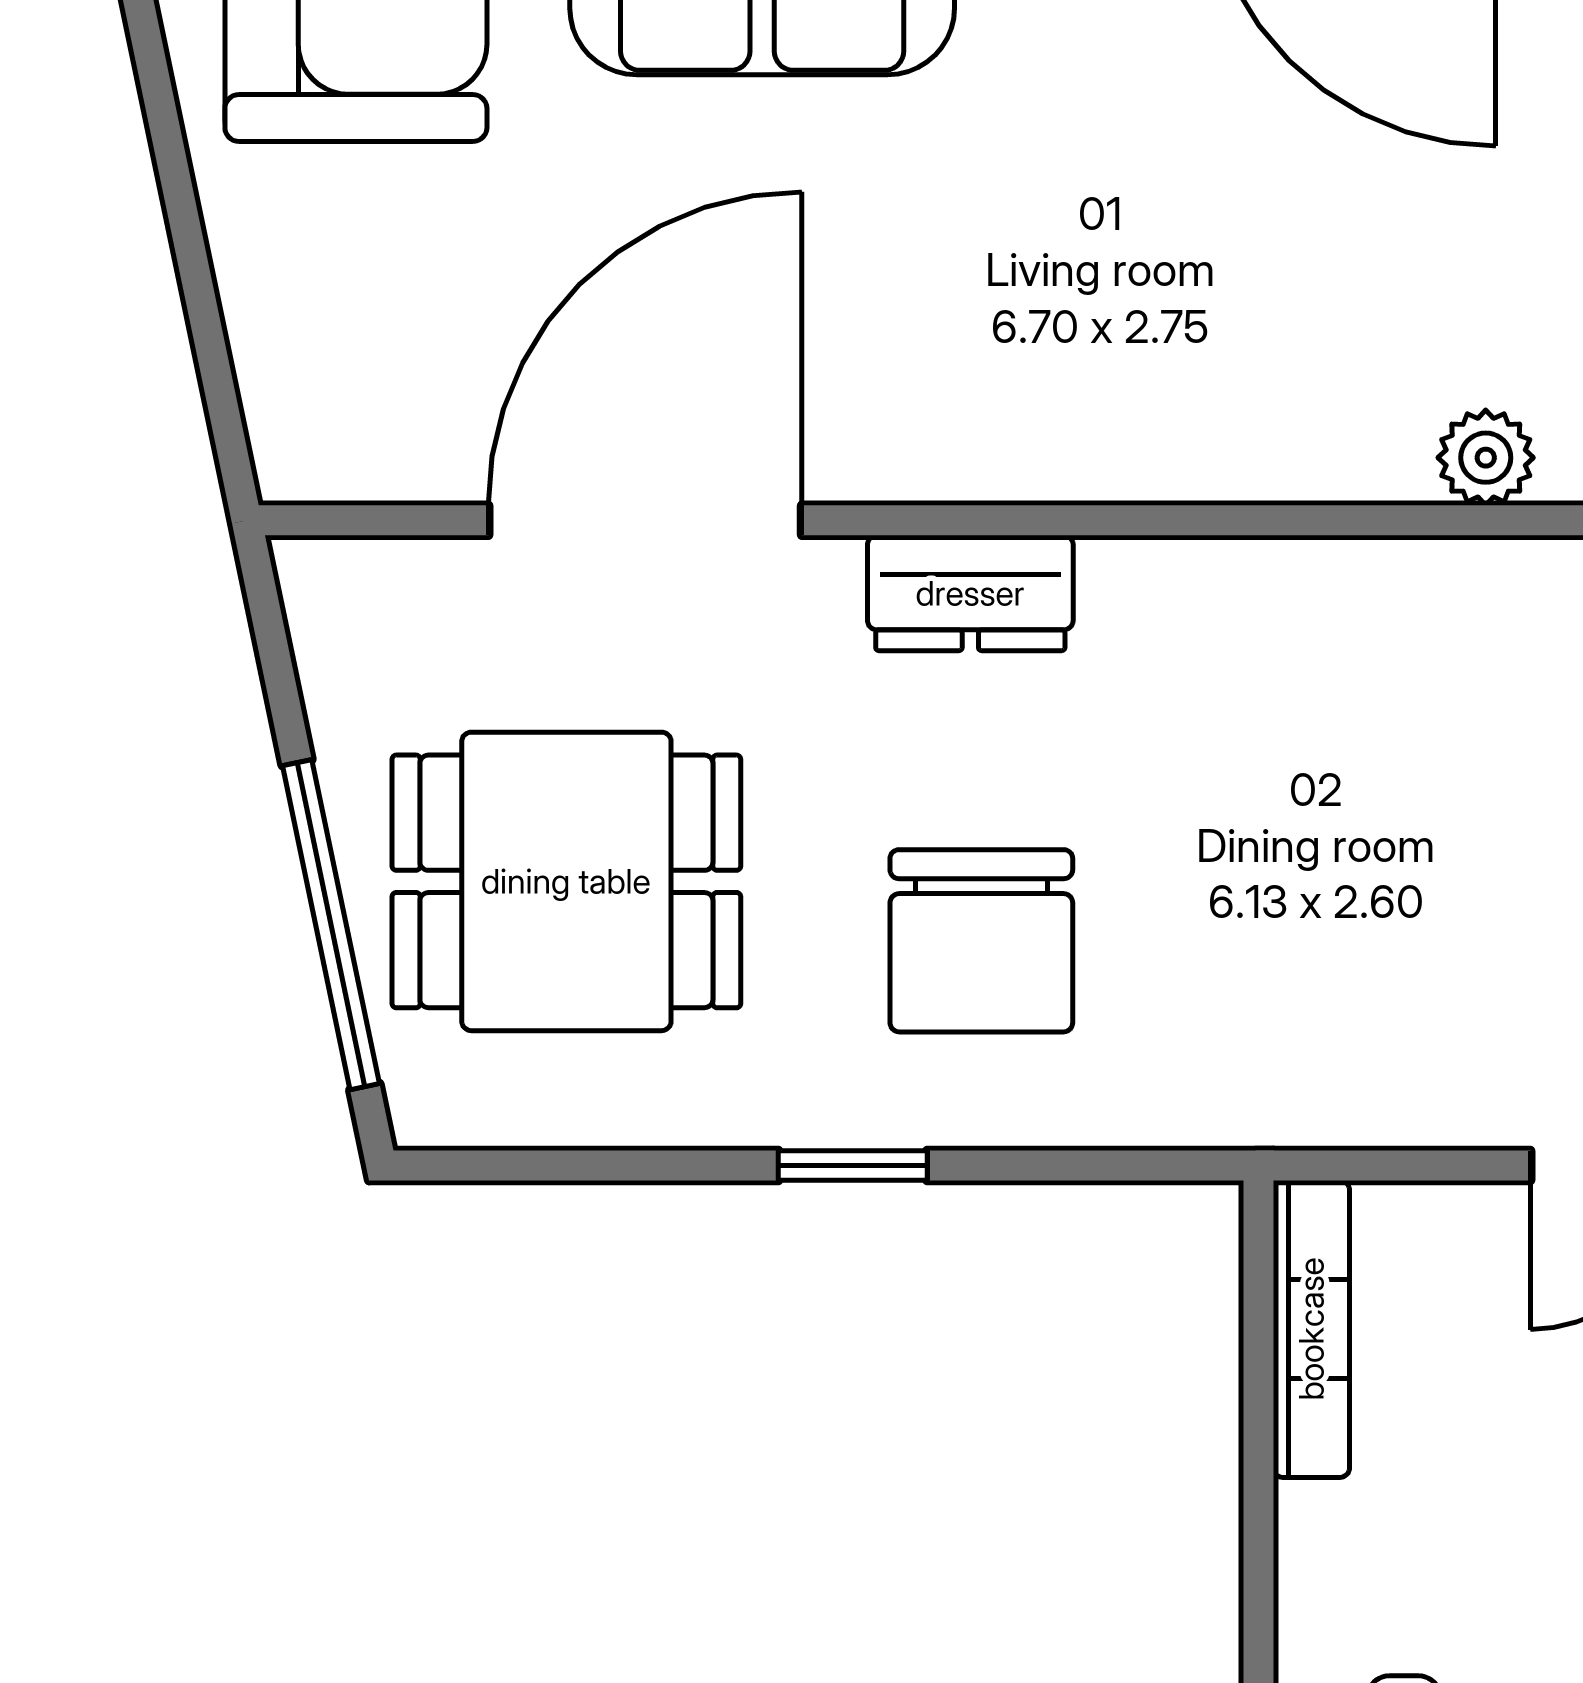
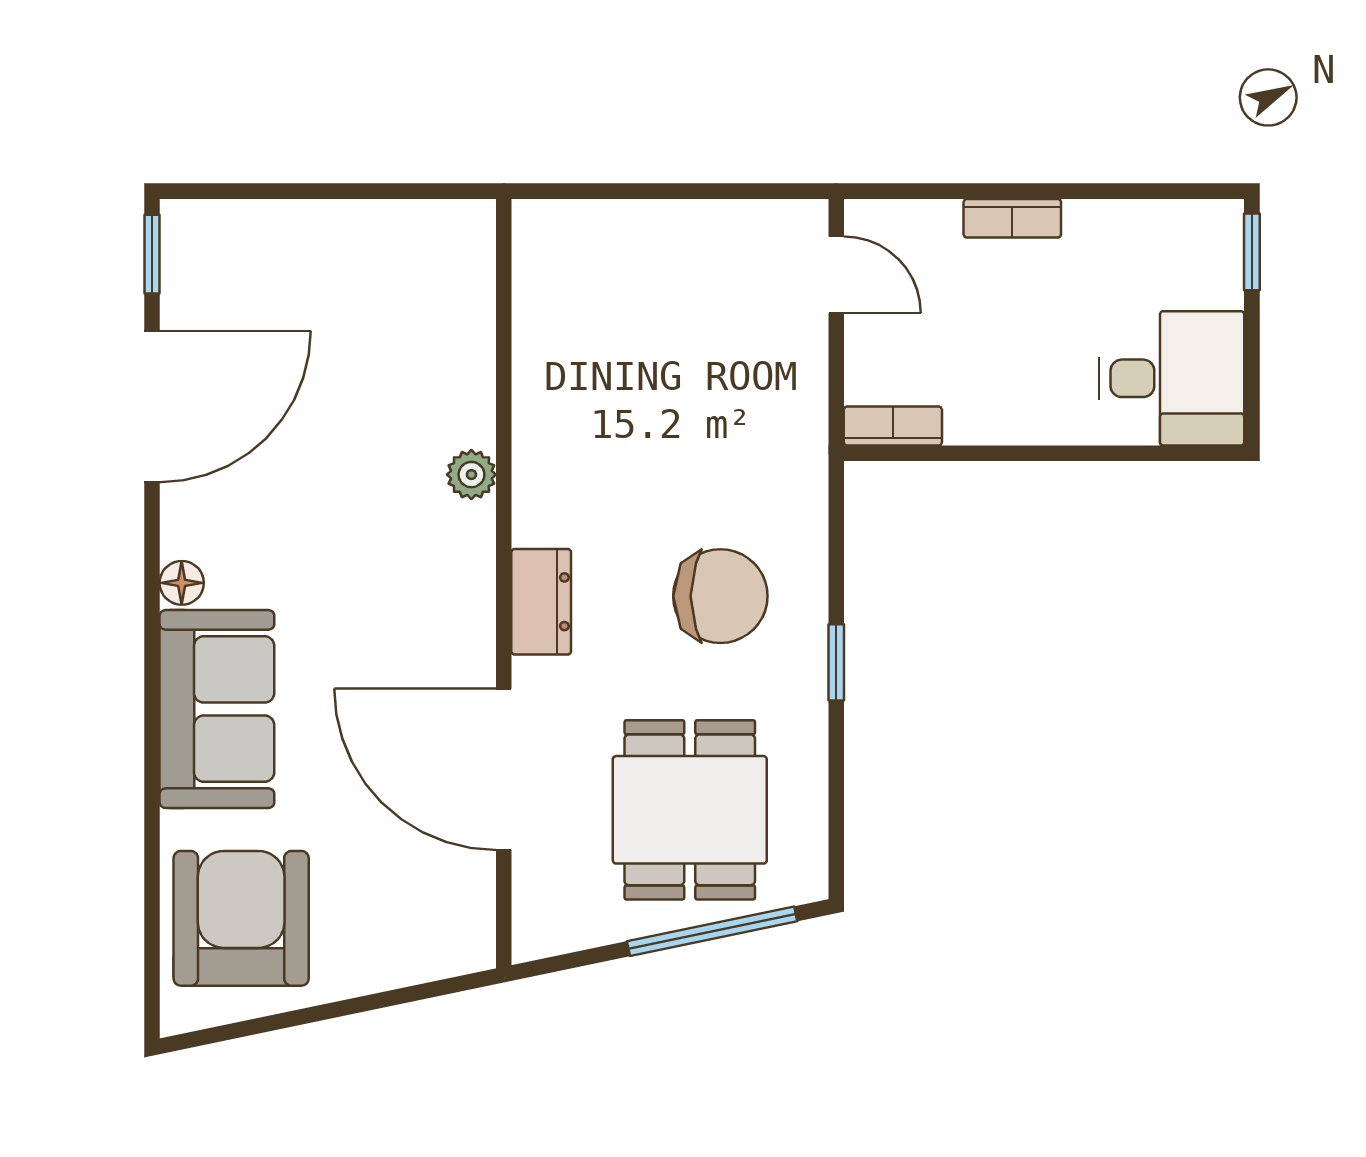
plant: (1486, 458) -> (471, 475), moved
bookcase: (1311, 1329) -> (893, 426), width x0.64

